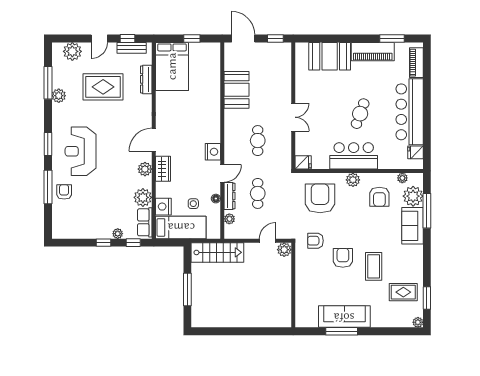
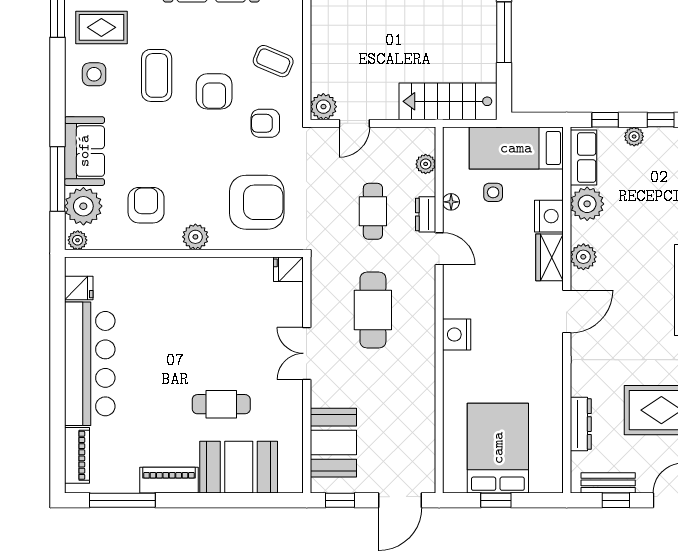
door: (243, 39) -> (400, 500), hinge flipped
window: (392, 39) -> (122, 500), width x1.44
piano: (373, 52) -> (169, 480), width x0.73, depth x0.75
bed: (172, 66) -> (498, 448), moved
booth: (237, 90) -> (333, 443), moved
cafe table: (360, 114) -> (221, 404), moved, turned 70
cafe table: (258, 141) -> (373, 310), width x1.37, depth x1.35
nightstand: (213, 152) -> (457, 335), moved
bar counter: (354, 156) -> (194, 282), removed
door: (222, 173) -> (439, 249), swing flipped
plant: (402, 178) -> (78, 240), moved
dresser: (229, 196) -> (426, 214), width x0.70
armchair: (320, 198) -> (257, 202), turned -90
nightstand: (163, 207) -> (549, 216), moved
armchair: (315, 241) -> (265, 123), turned 180
side table: (407, 267) -> (94, 74), added
coffee table: (311, 274) -> (273, 61), added

